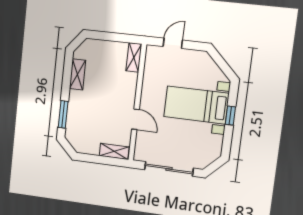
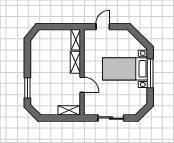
shelving: (77, 74) -> (75, 62), moved
window: (230, 116) -> (150, 73), width x2.17
sliding door: (169, 169) -> (111, 118), width x0.73

